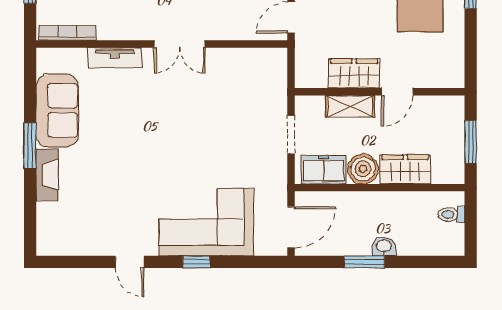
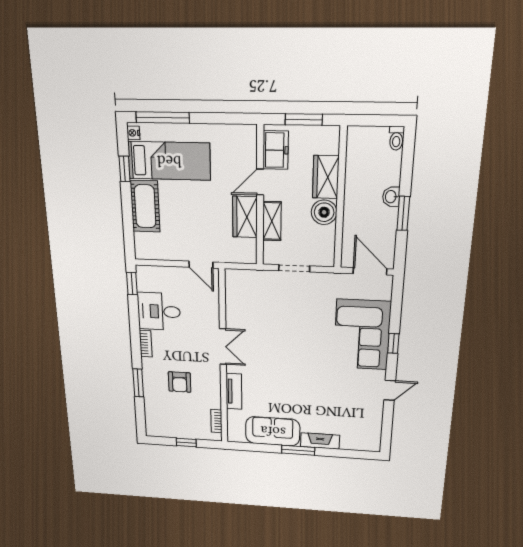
bookcase: (67, 33) -> (216, 421), width x0.64
door: (397, 92) -> (260, 182), swing flipped
freezer: (324, 170) -> (276, 150), moved, turned 180
toilet: (451, 214) -> (396, 138), moved

